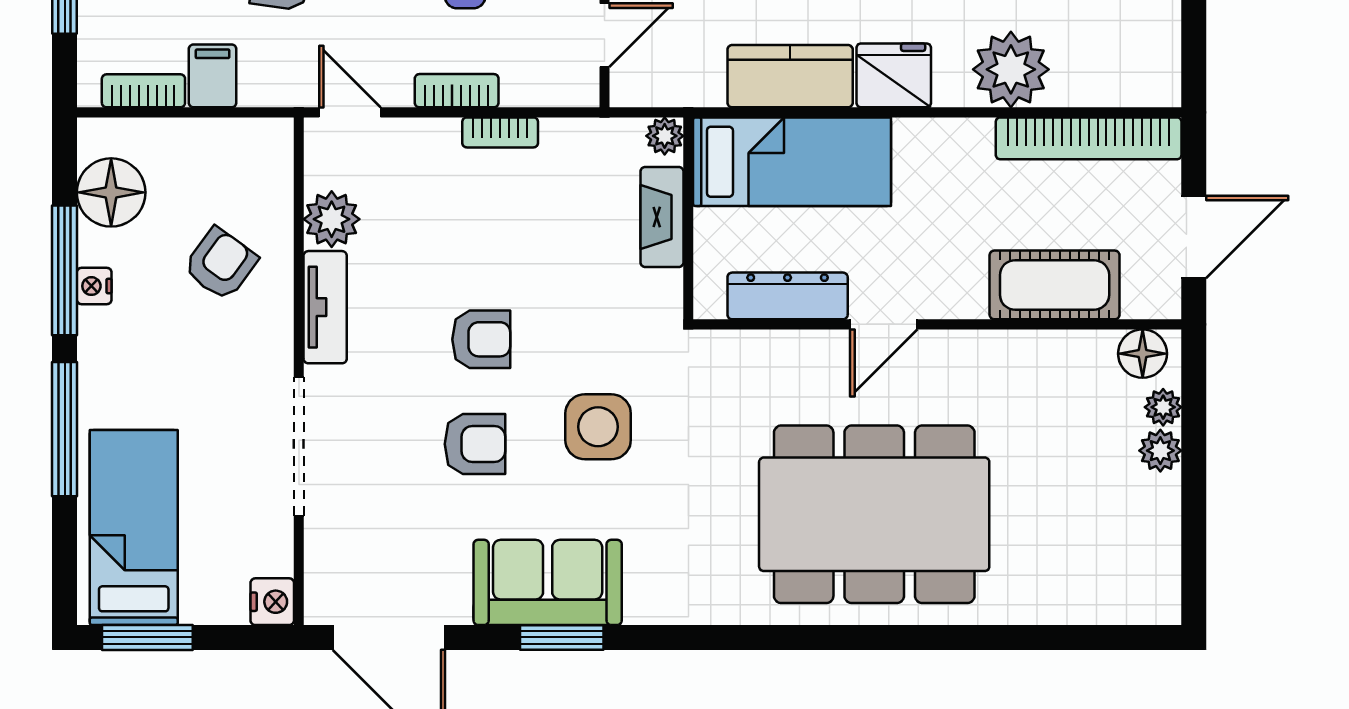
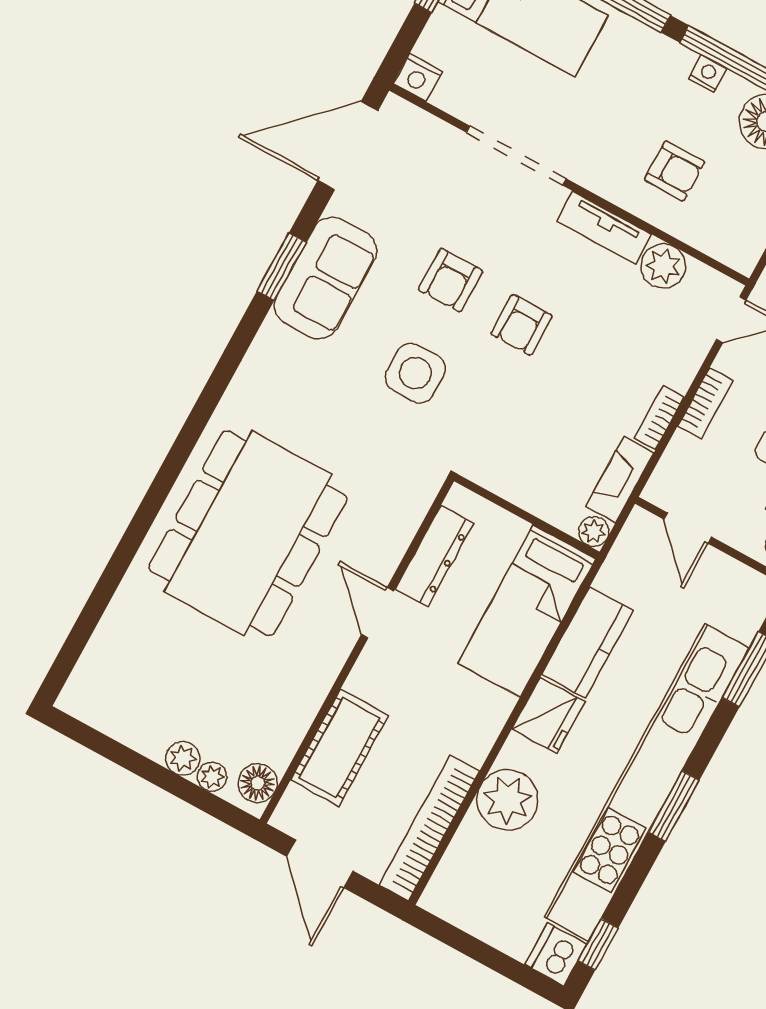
fireplace: (662, 217) -> (620, 480), moved, turned -90
armchair: (221, 264) -> (675, 171), turned -36

